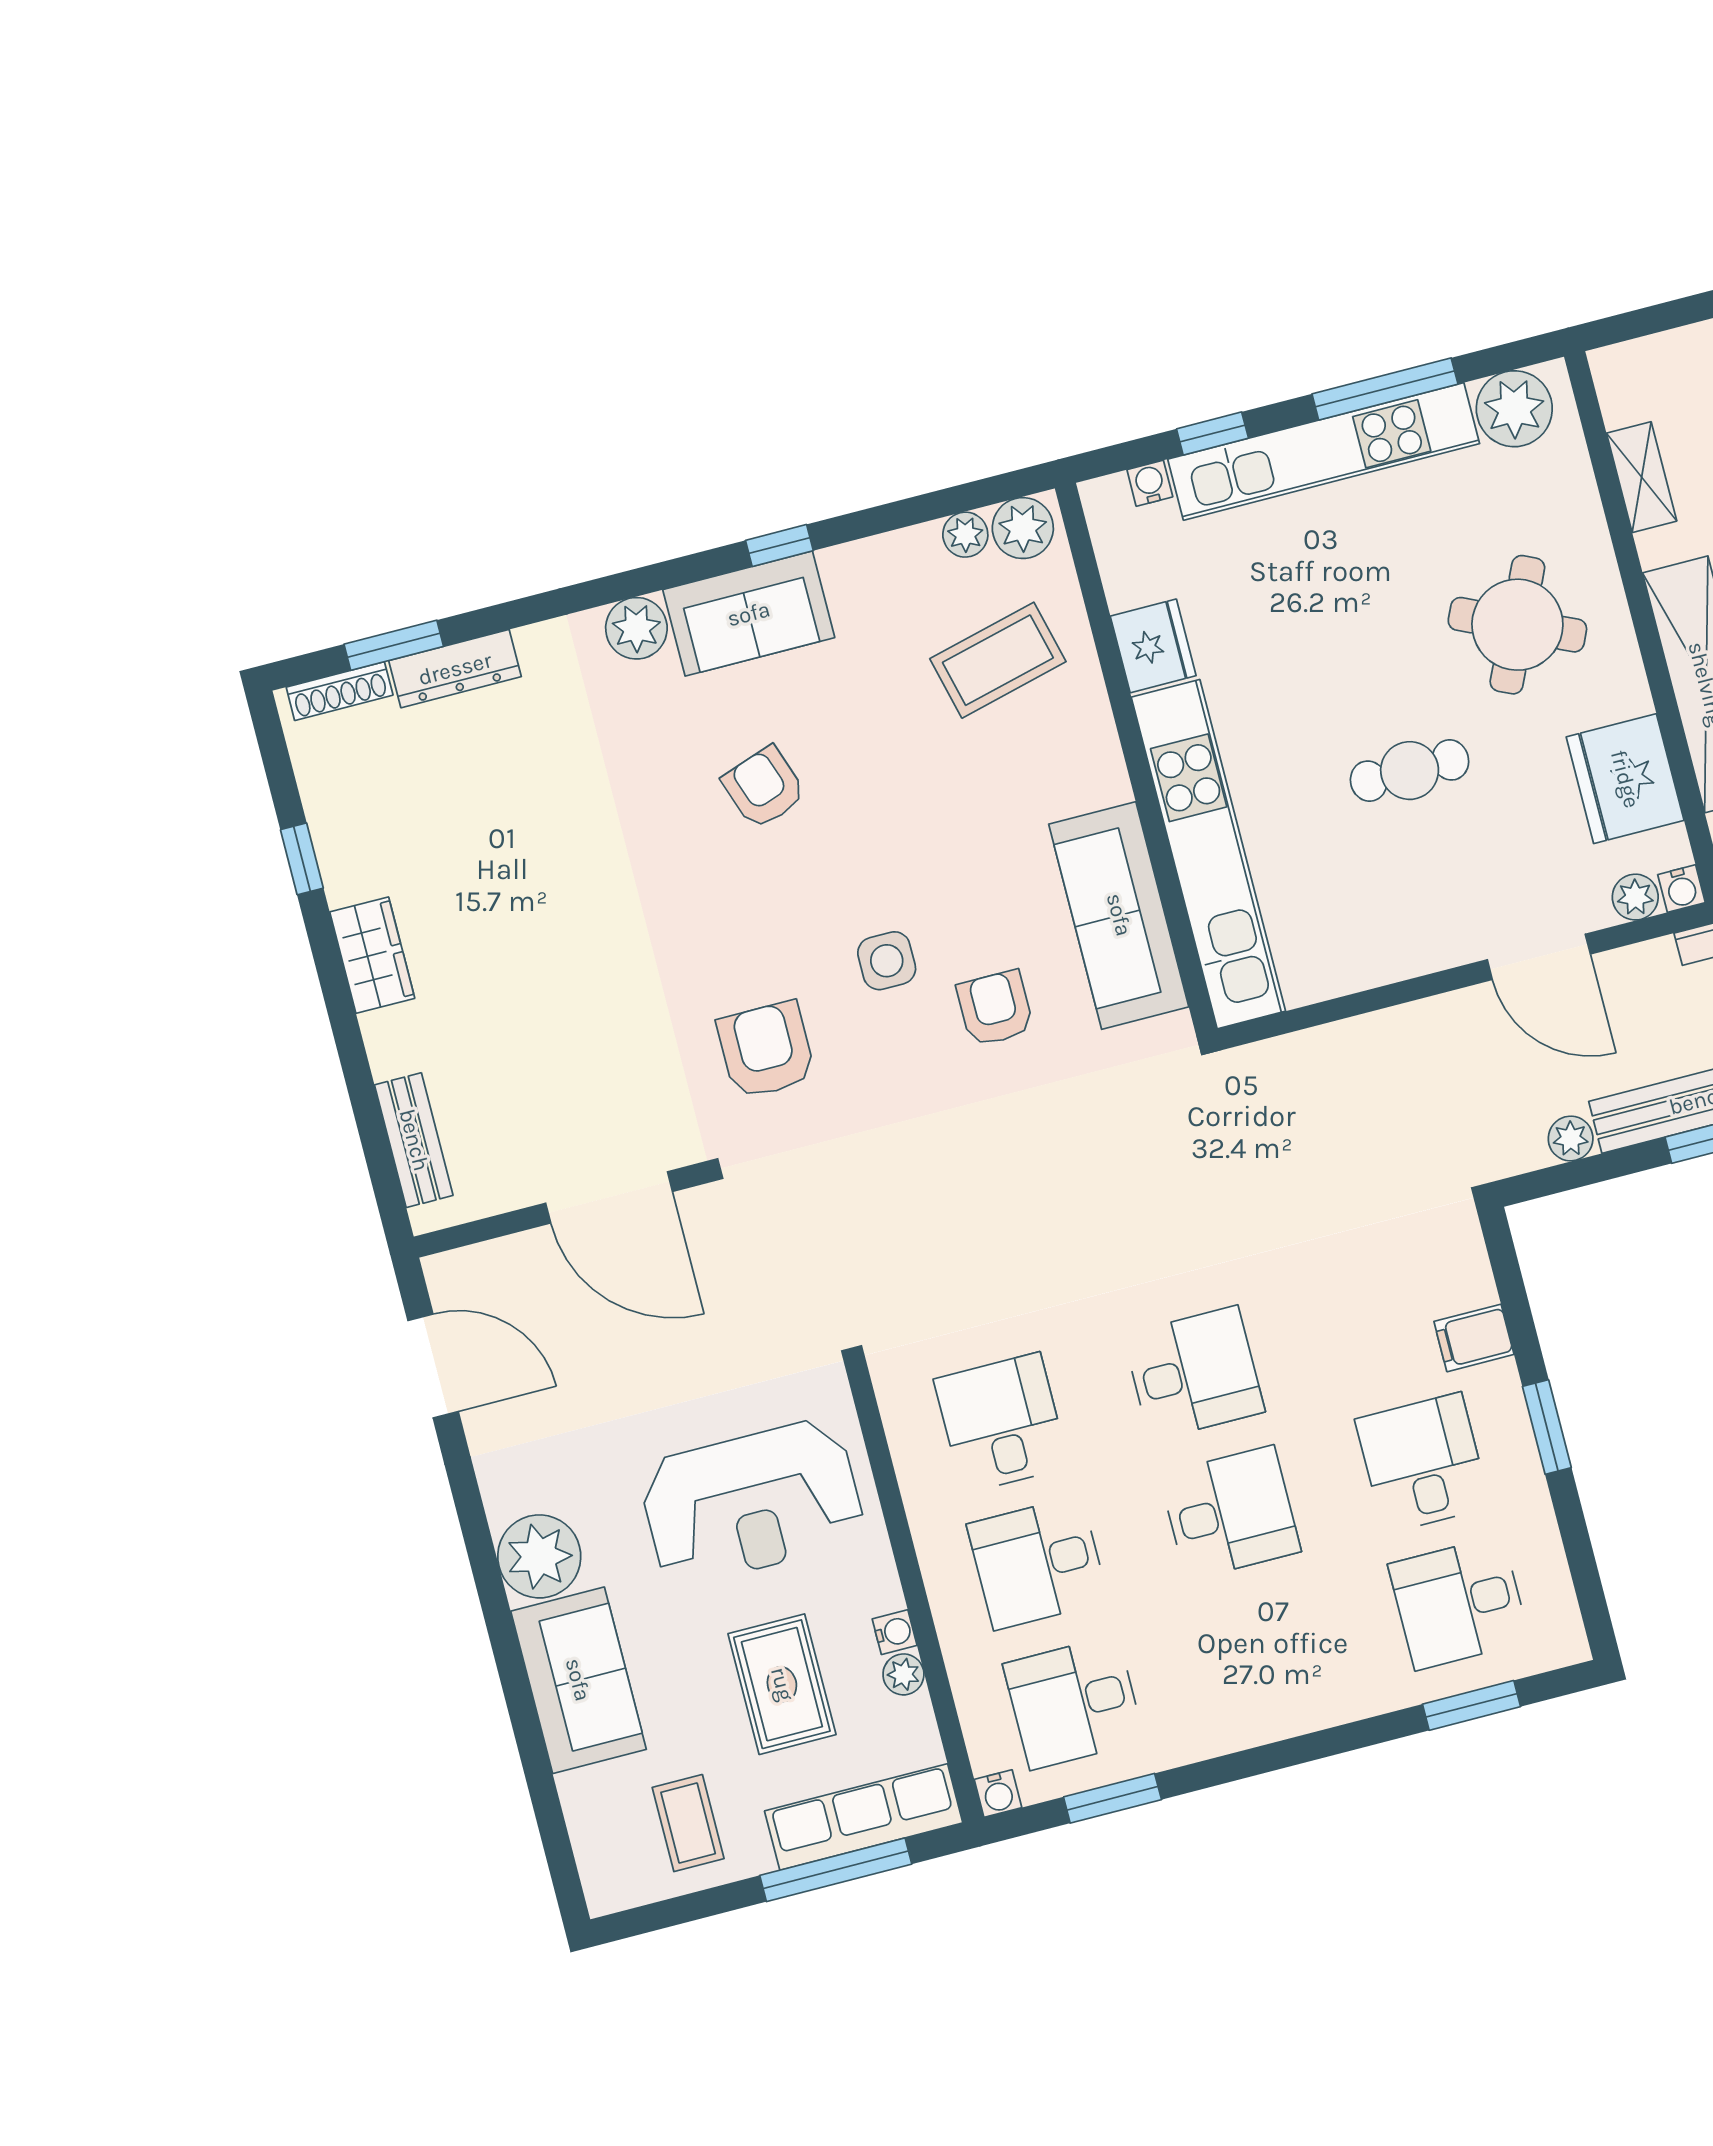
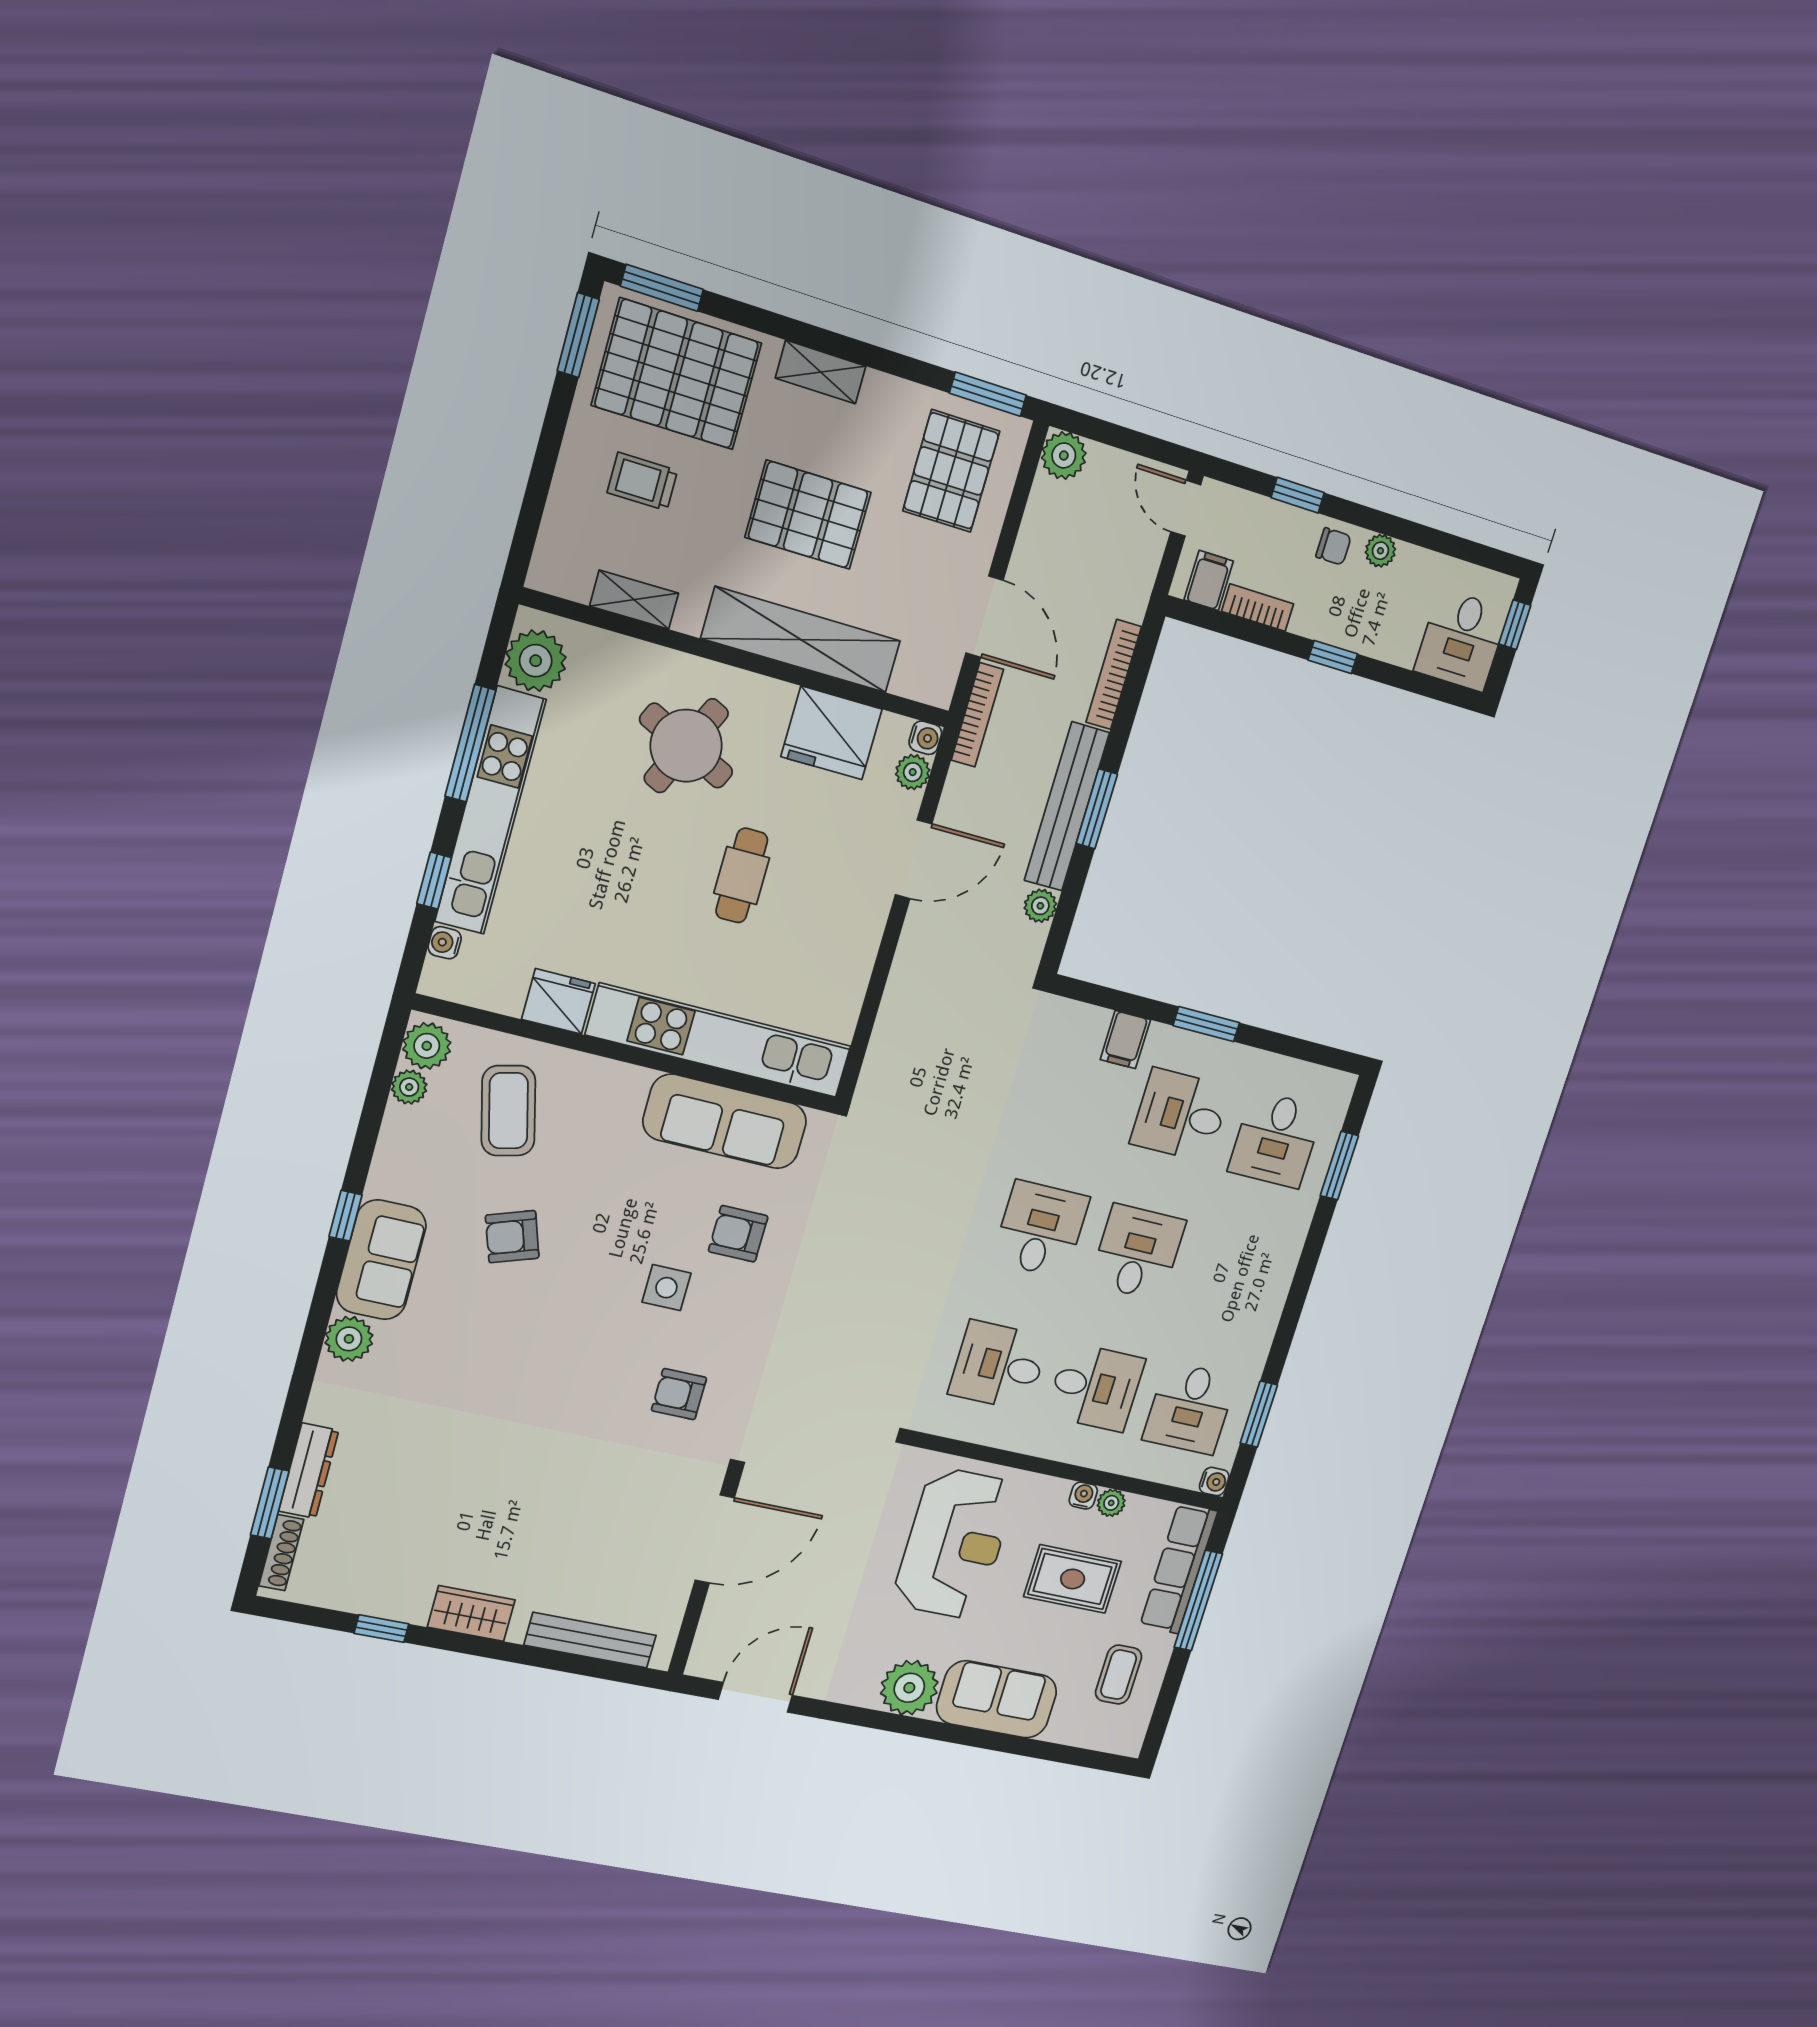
armchair: (764, 788) -> (512, 1237), moved
armchair: (766, 1050) -> (679, 1394), width x0.72, depth x0.72
bench: (414, 1140) -> (590, 1640), width x1.36
desk: (1038, 1563) -> (1095, 1387), turned -90
coffee table: (688, 1823) -> (1119, 1675), turned 90

